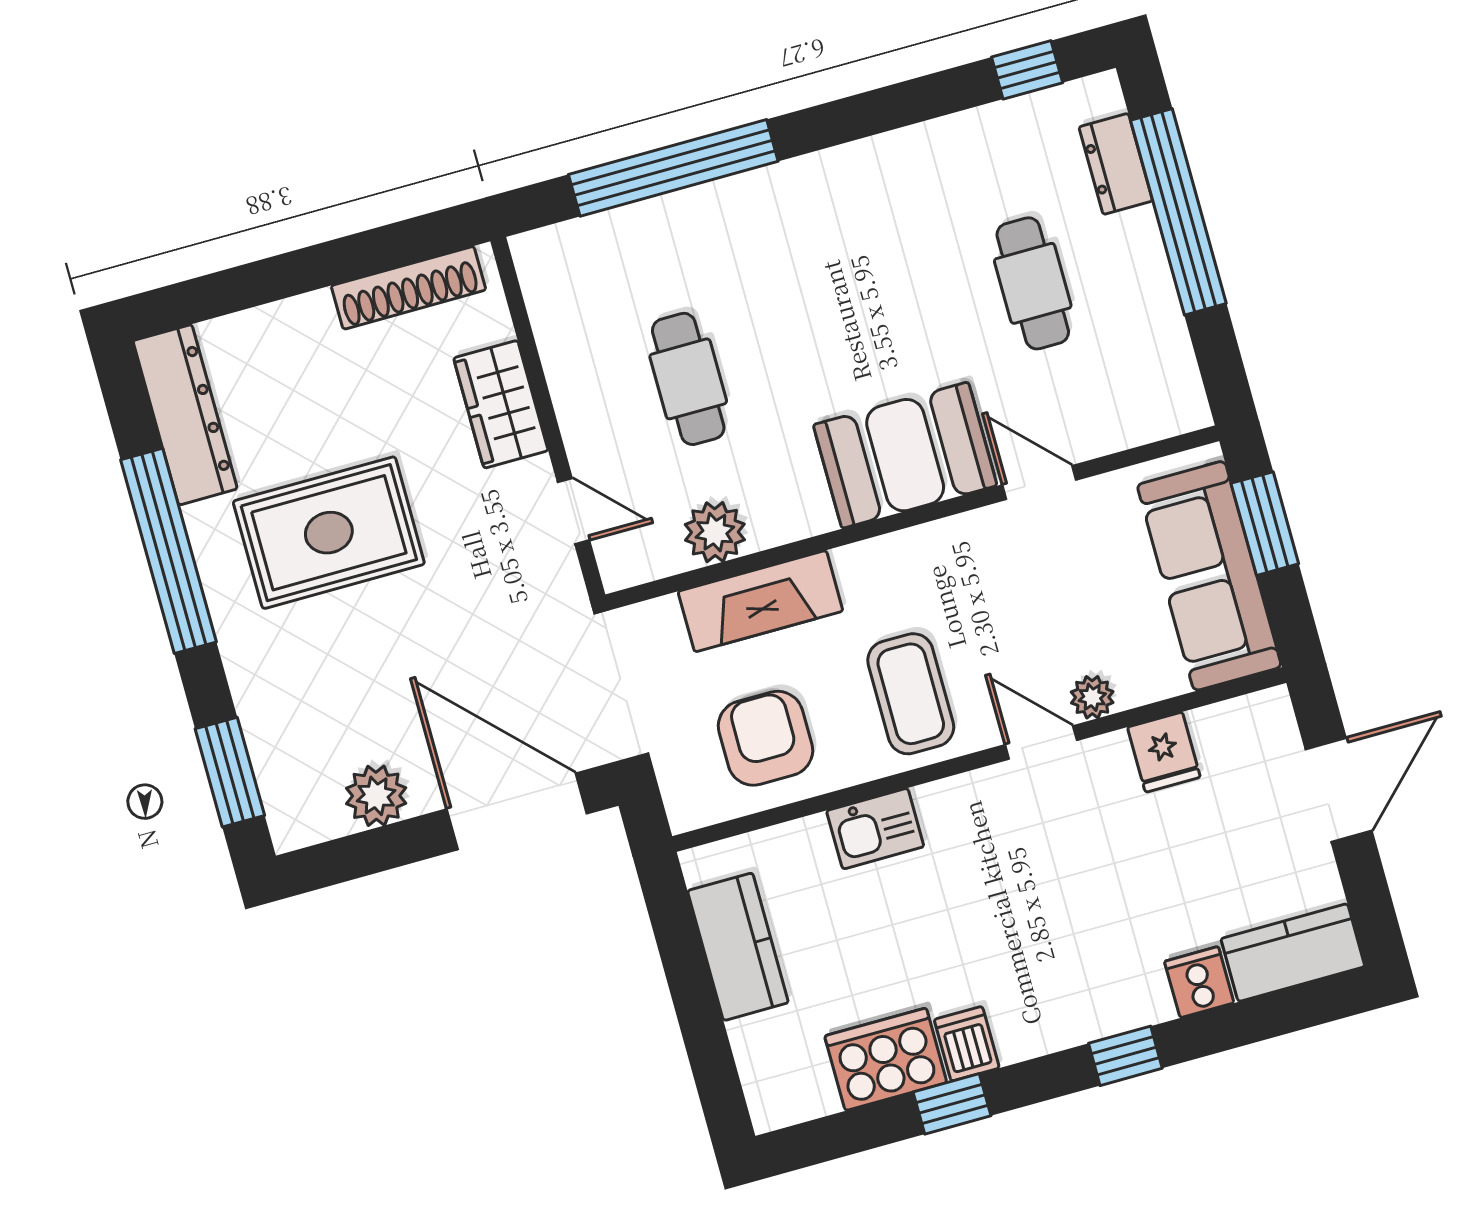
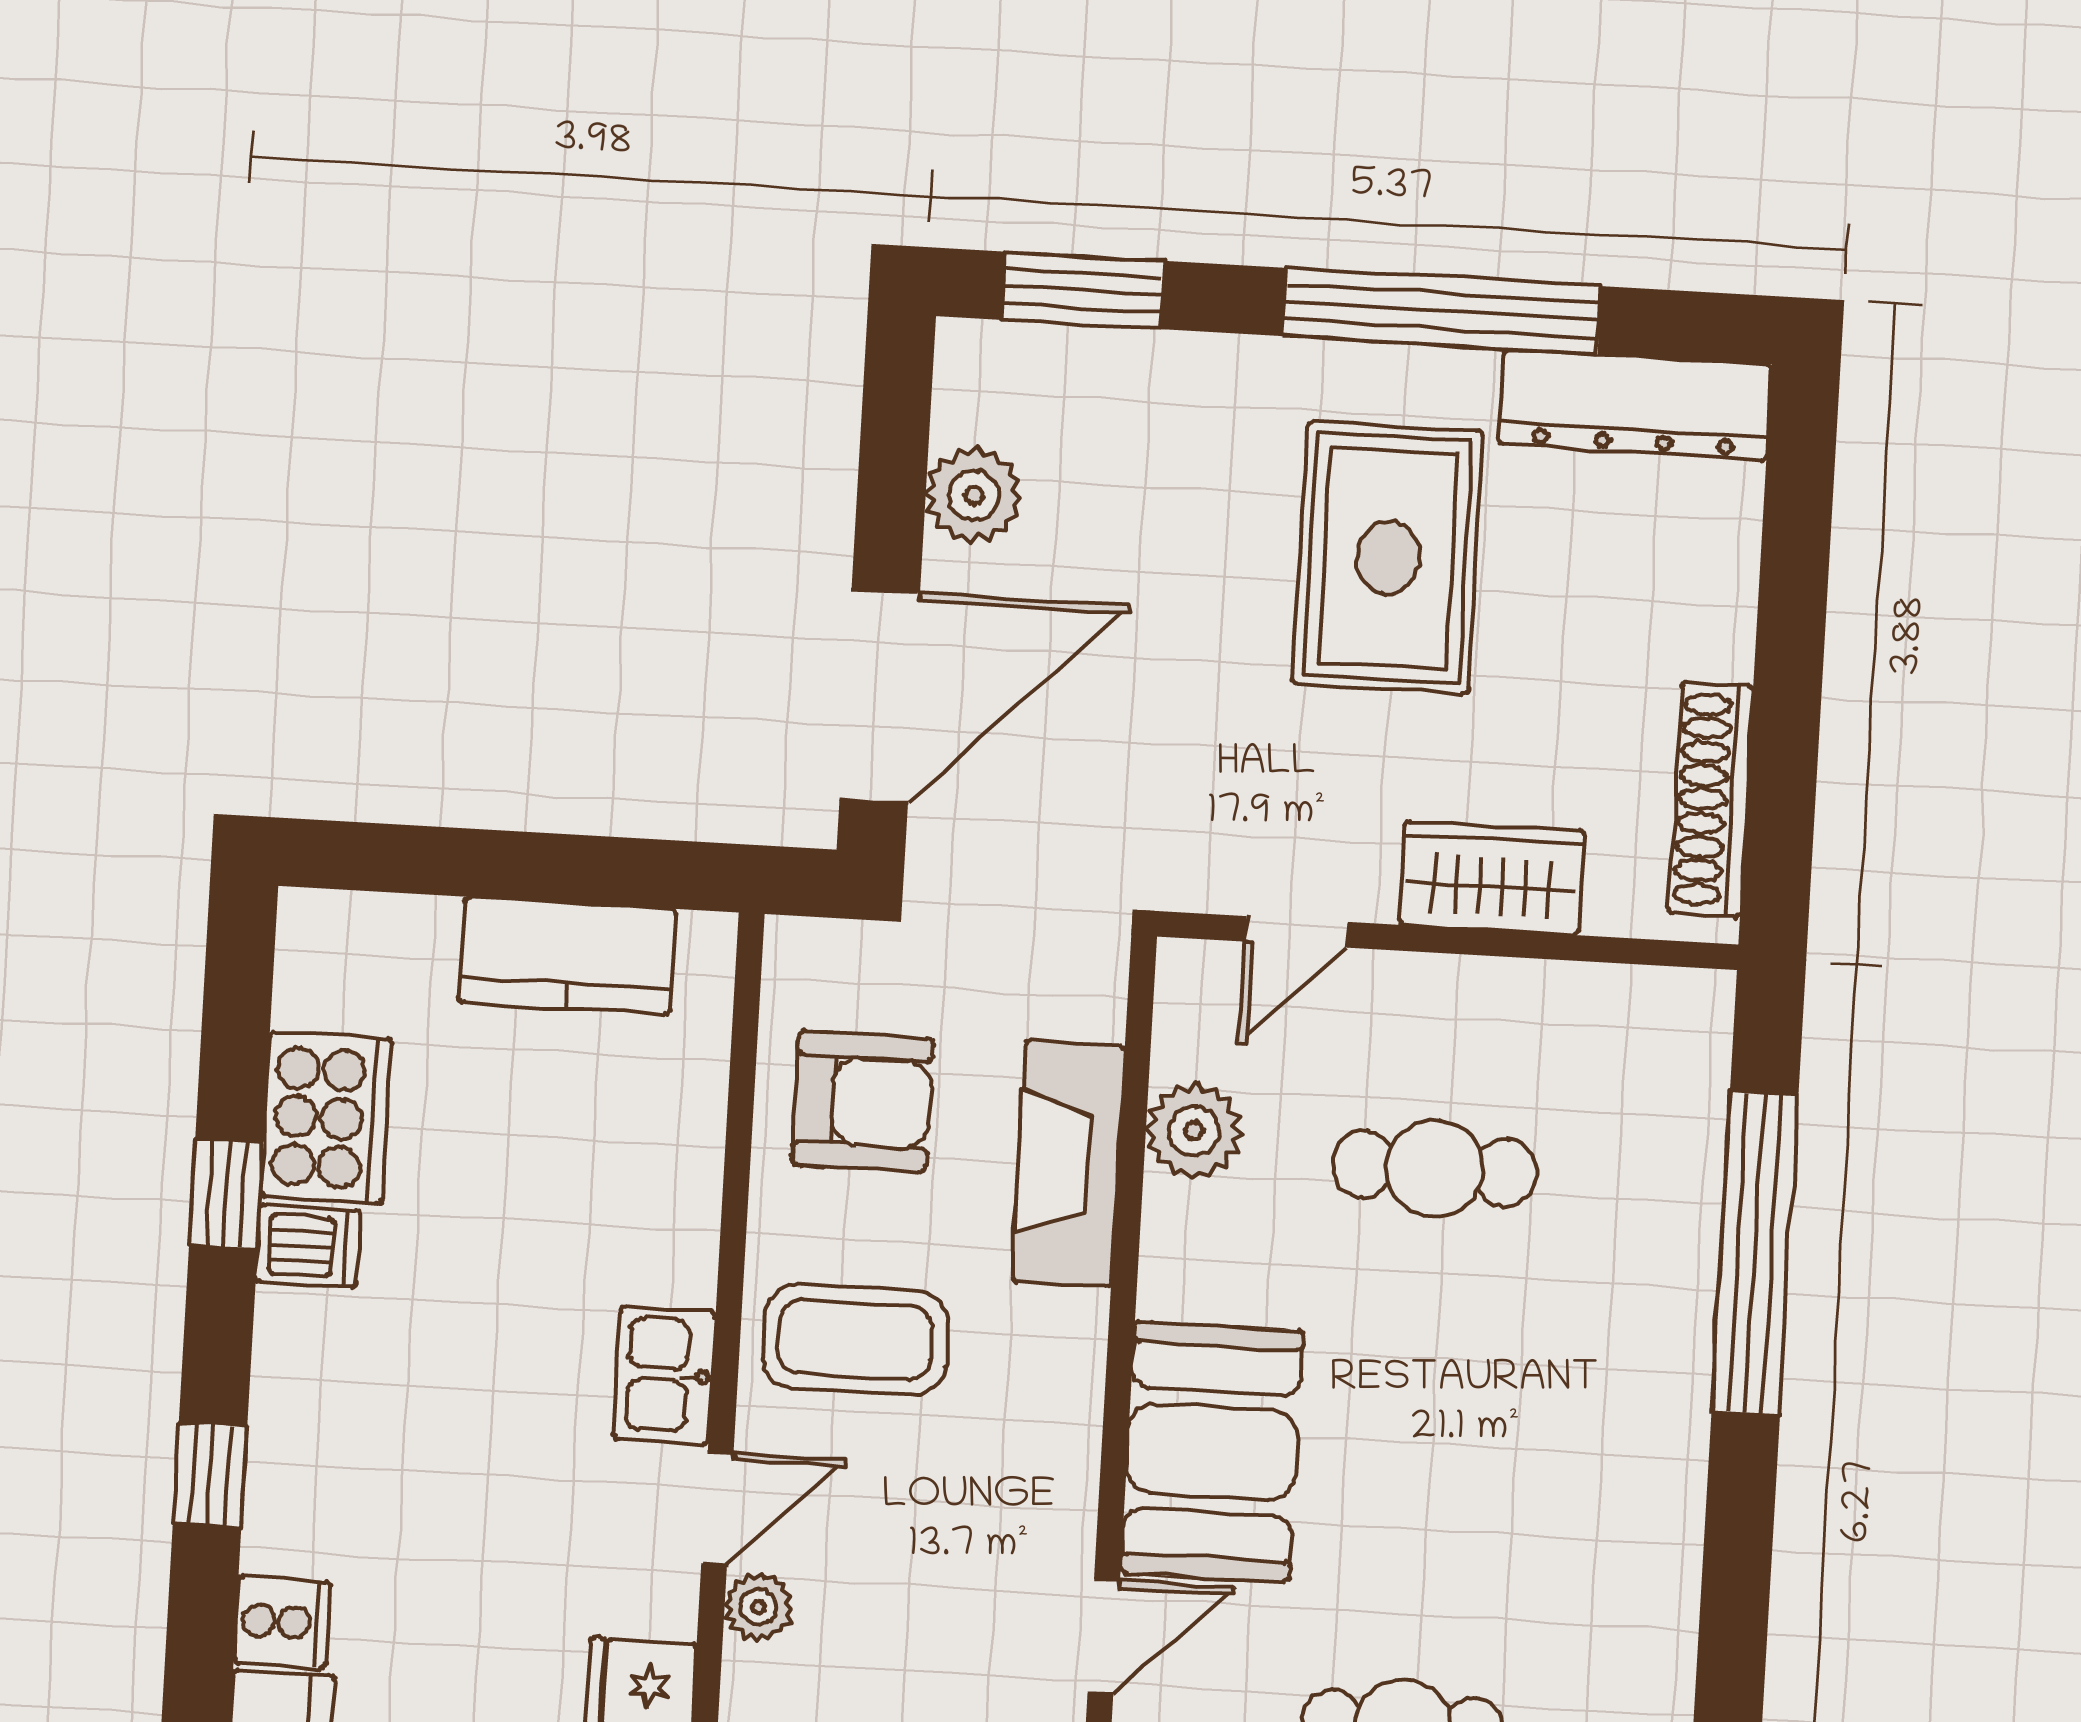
kitchen sink: (875, 829) -> (664, 1375), moved

